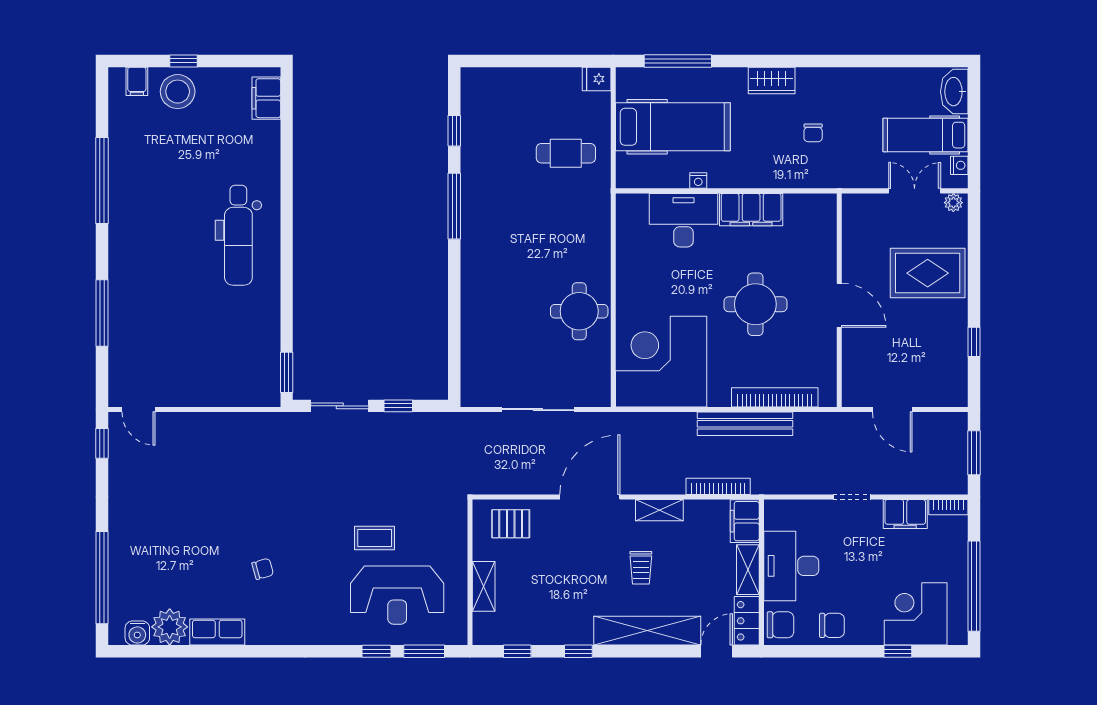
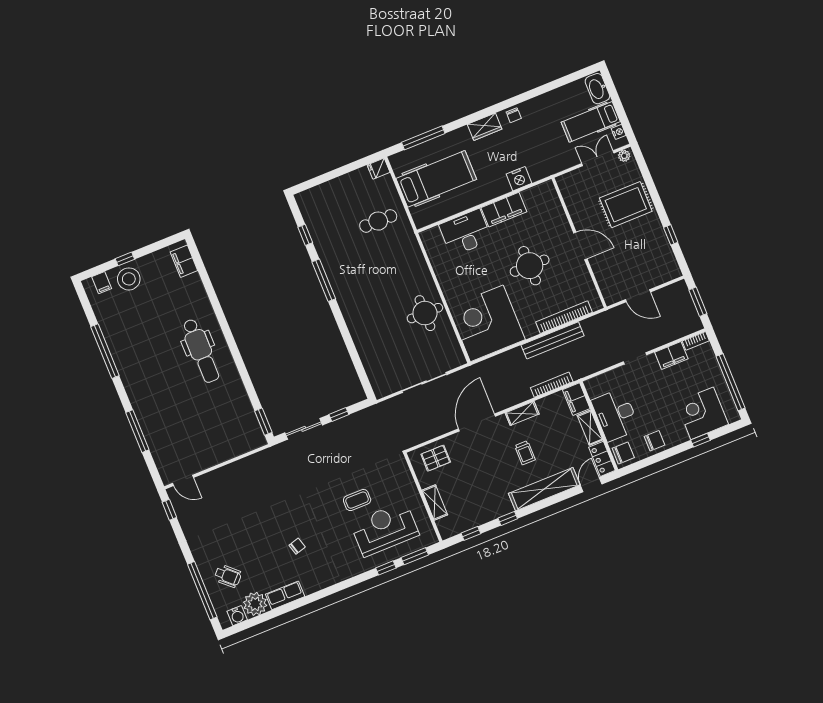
chair: (813, 133) -> (514, 115), moved
nightstand: (698, 181) -> (519, 179), moved, width x1.89, depth x1.79
wheelchair: (147, 571) -> (228, 576), added
reception desk: (397, 595) -> (385, 529), turned 180

